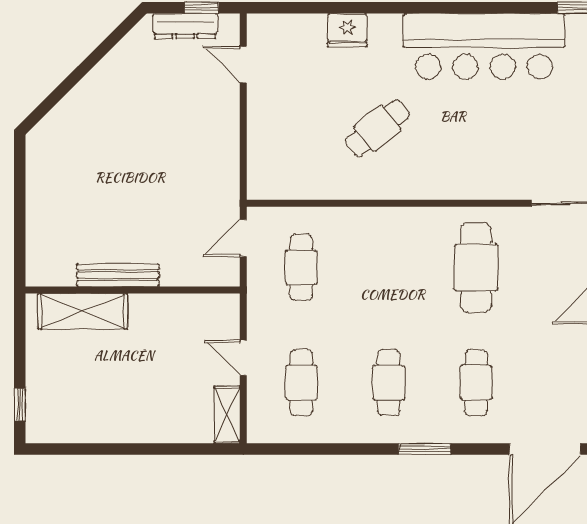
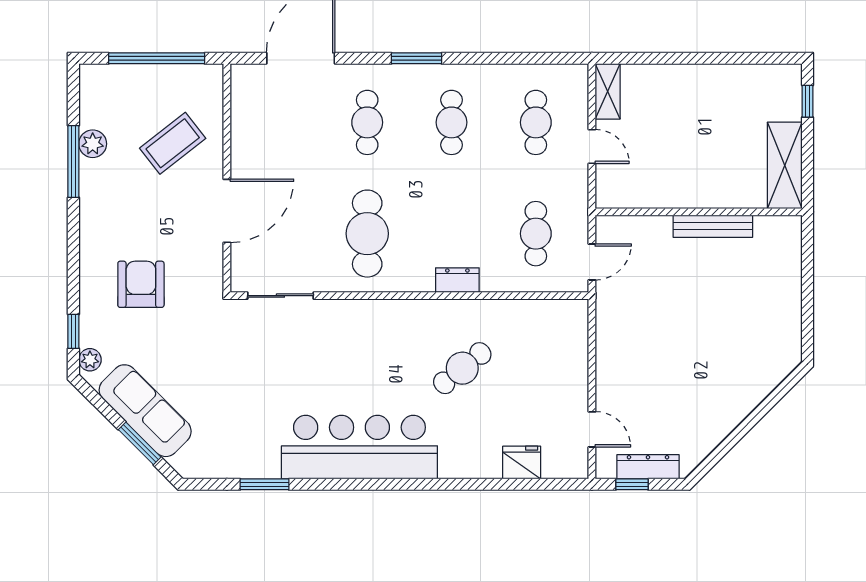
fridge: (347, 30) -> (522, 463), moved
dresser: (383, 219) -> (457, 280), added
shelving: (83, 311) -> (785, 165), moved, turned 90

